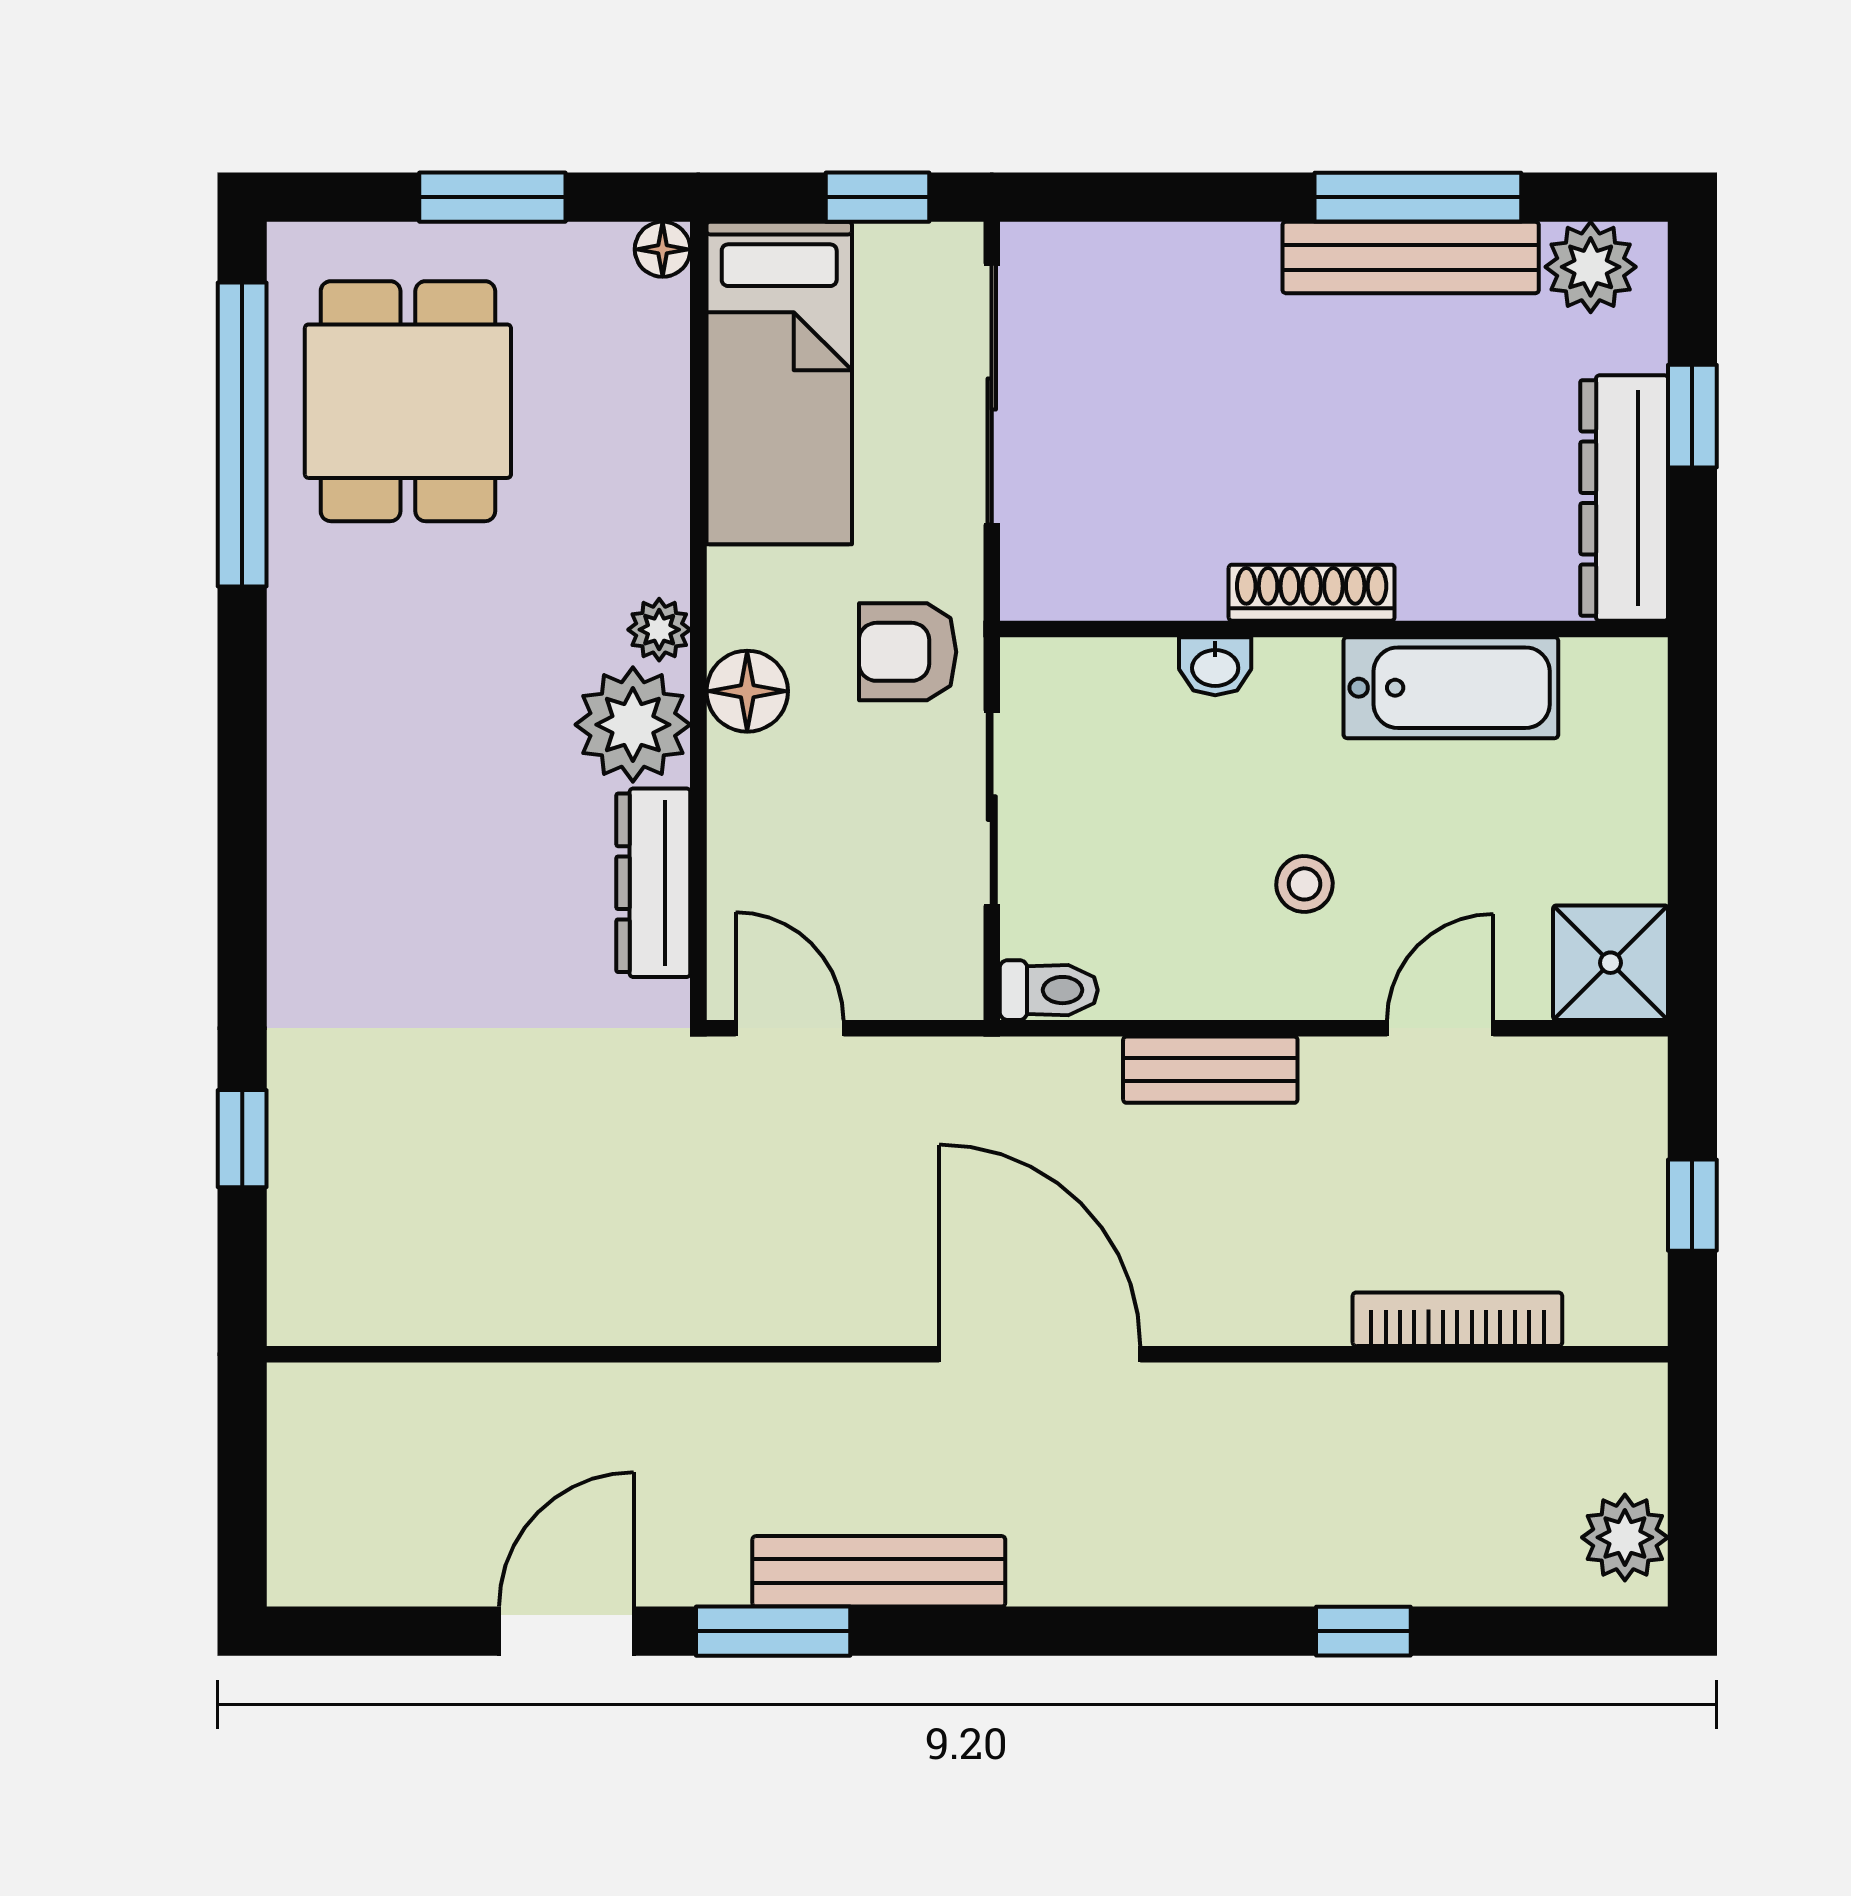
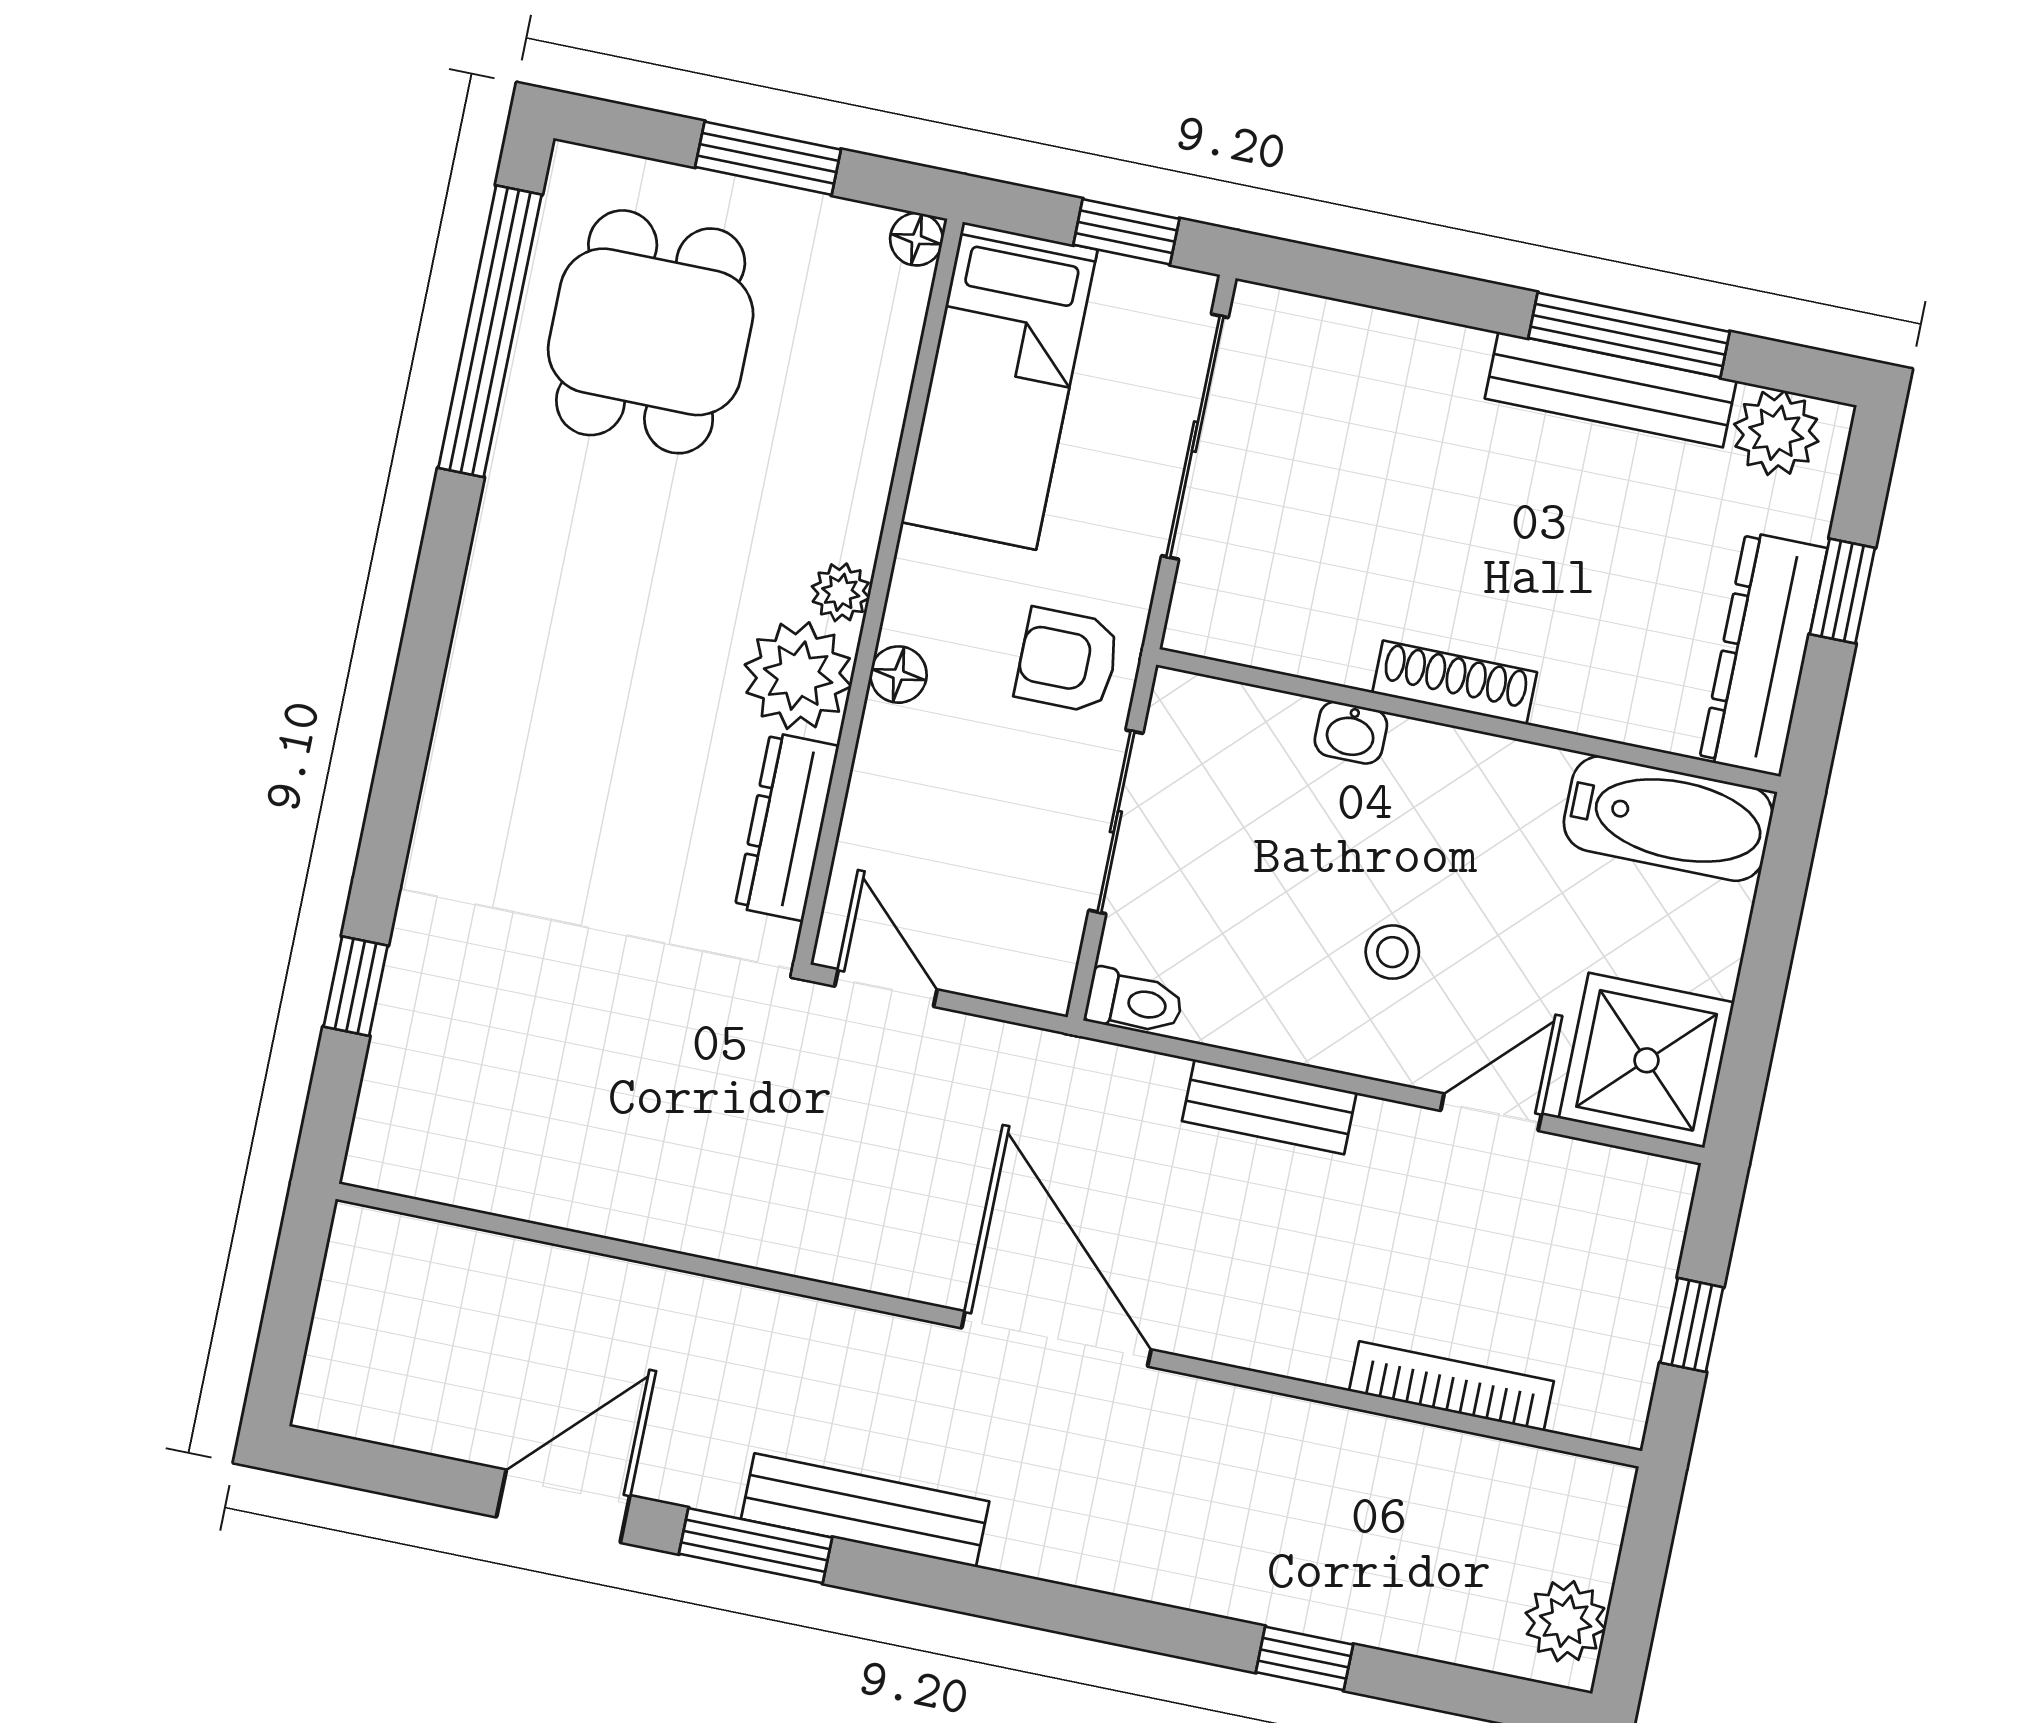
bathtub: (1451, 688) -> (1668, 818), moved
floor lamp: (747, 691) -> (898, 675), width x0.73, depth x0.73
shower: (1611, 963) -> (1647, 1060), width x1.36, depth x1.36

